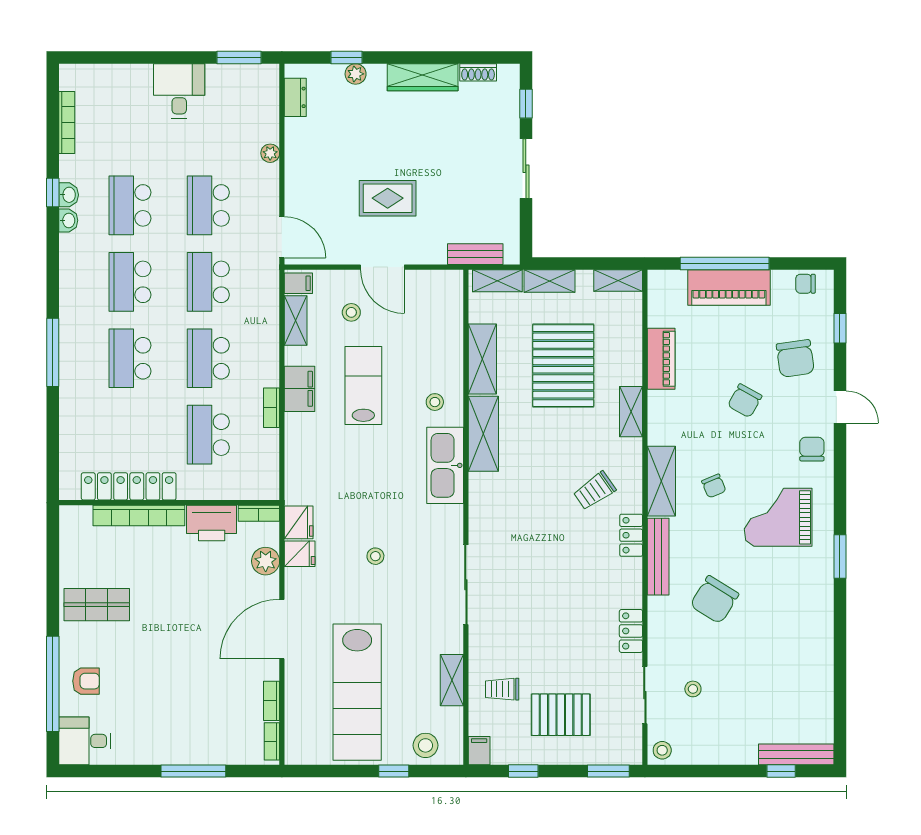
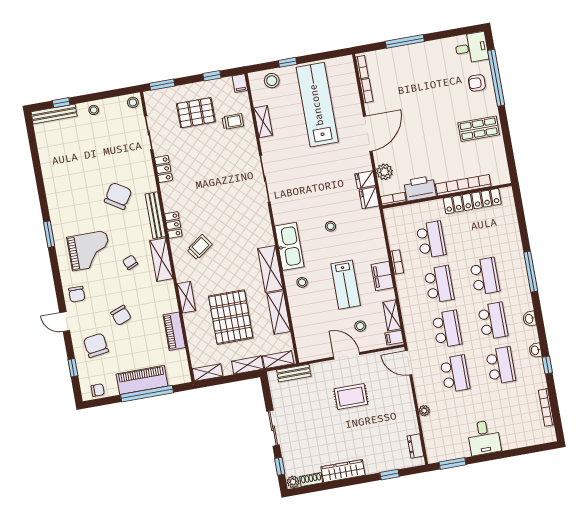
plant: (356, 74) -> (293, 482), moved
washbasin: (69, 195) -> (529, 319), moved
chair: (745, 401) -> (121, 315), turned 131
stool: (375, 556) -> (331, 226), moved
stool: (693, 689) -> (94, 110), moved

